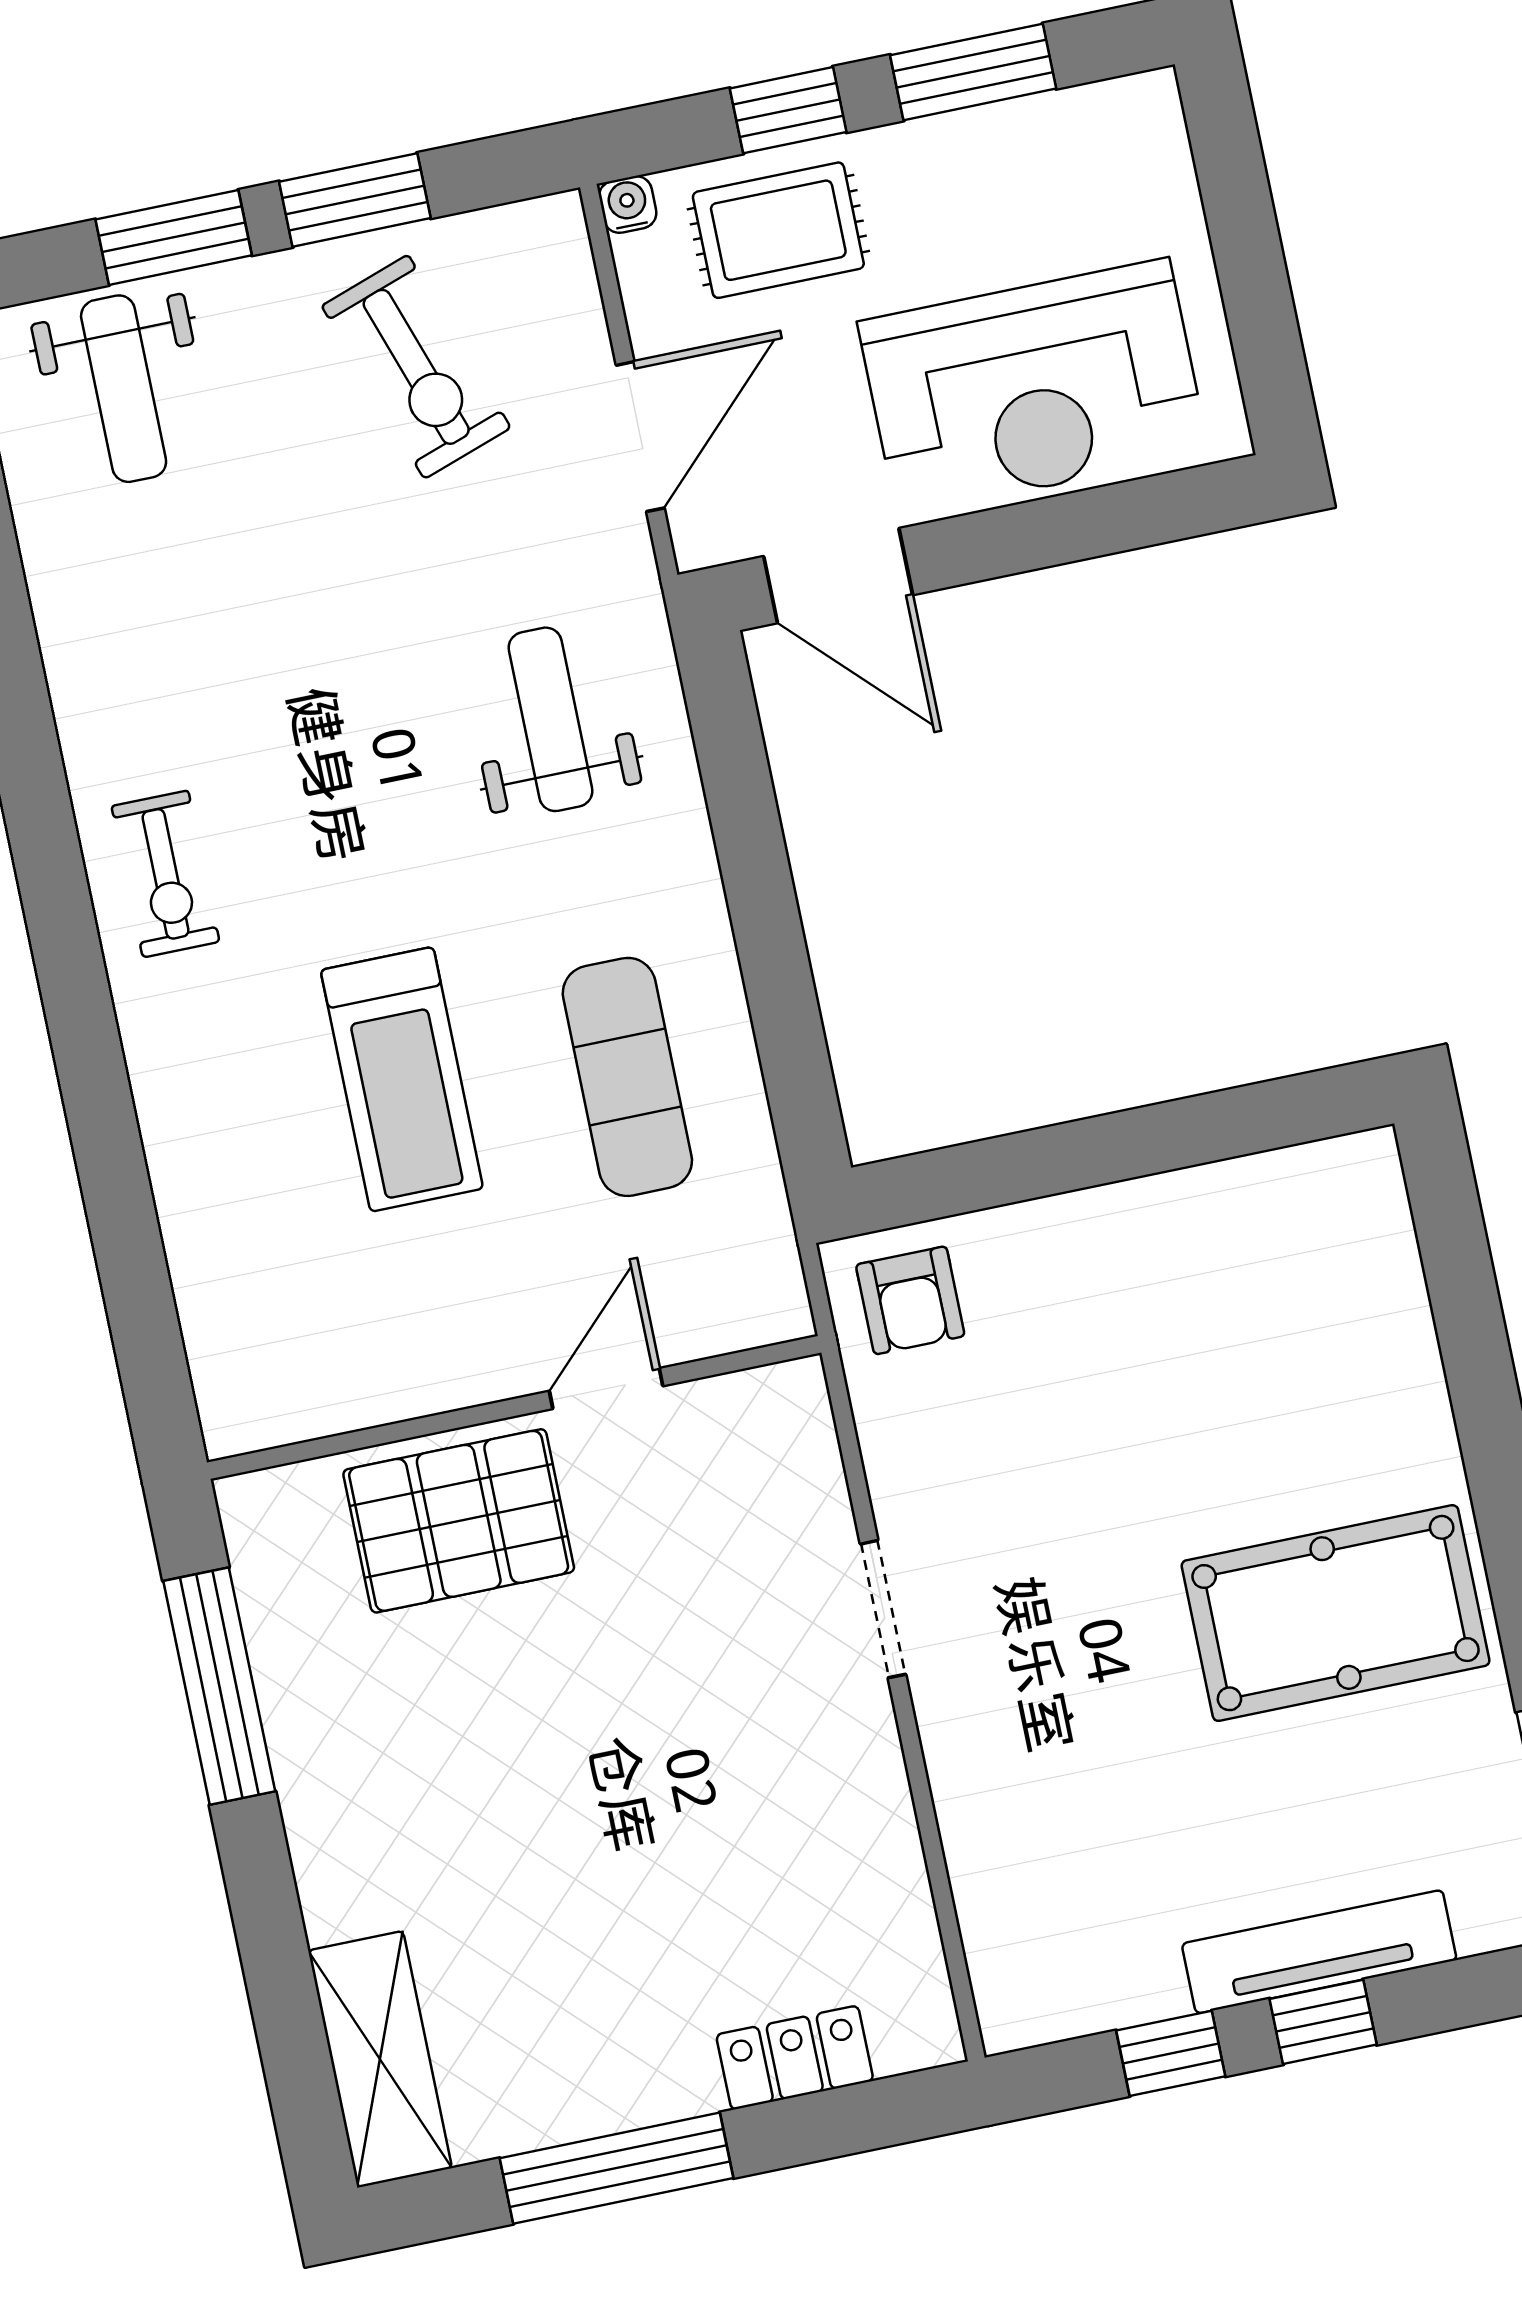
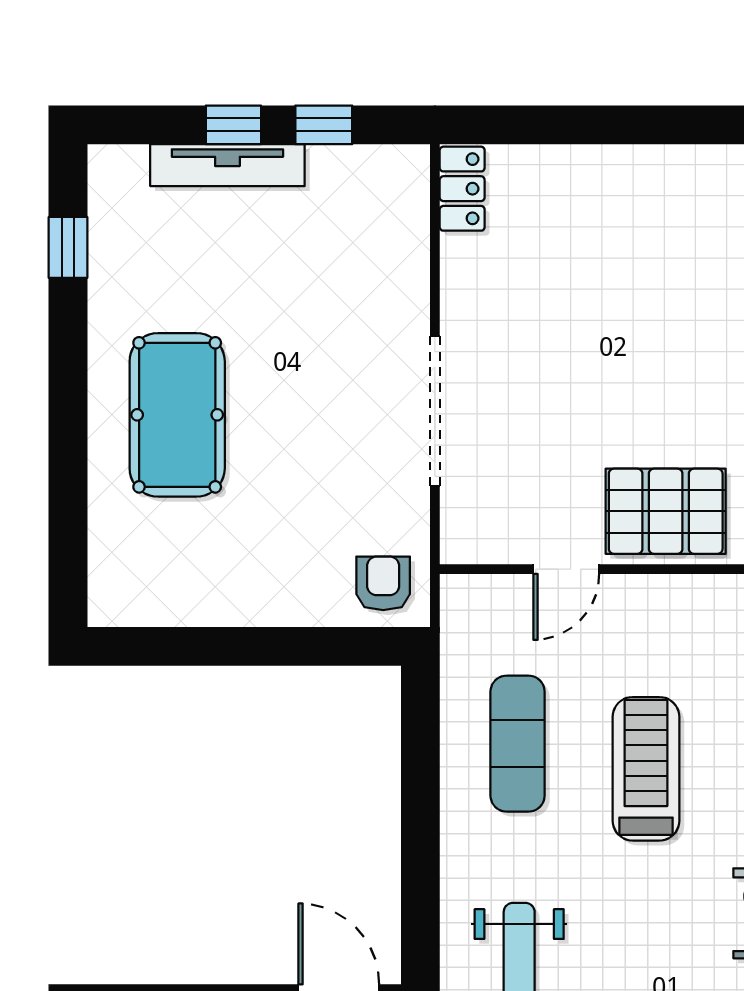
doorway: (883, 1609) -> (435, 411), width x1.88
pool table: (1336, 1613) -> (177, 415), moved, turned 90
locker: (795, 2058) -> (462, 189), moved, turned -90
window: (617, 2168) -> (652, 125), removed

